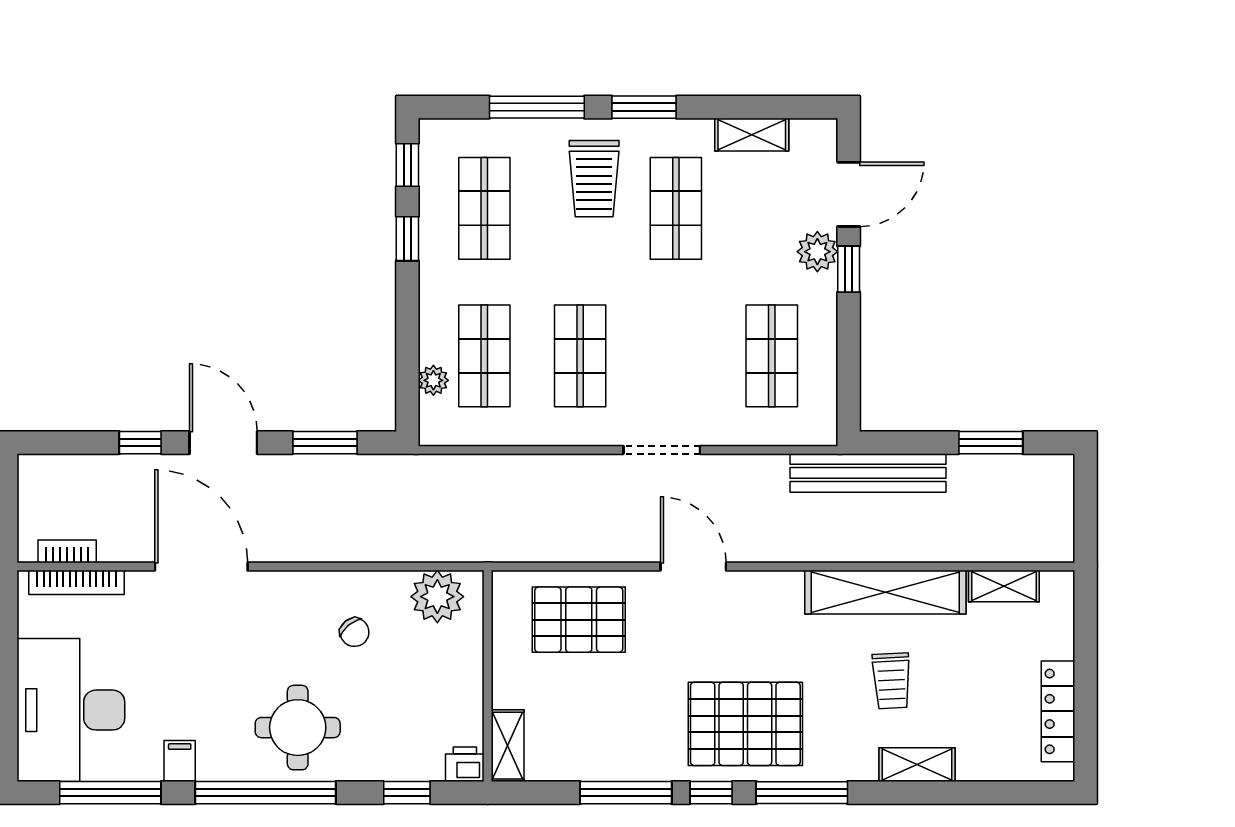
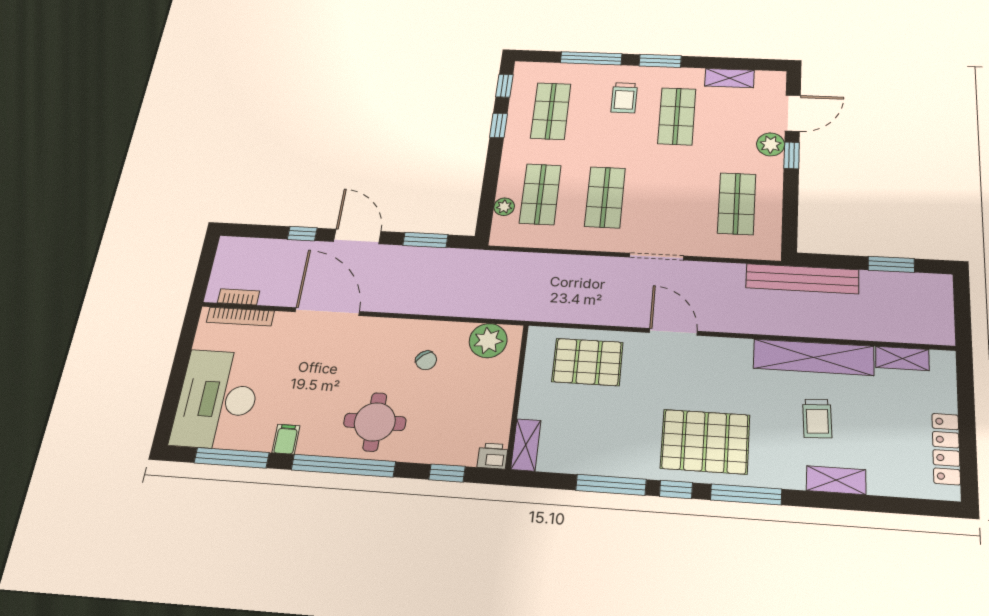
trolley: (594, 179) -> (624, 98), width x0.73, depth x0.72

